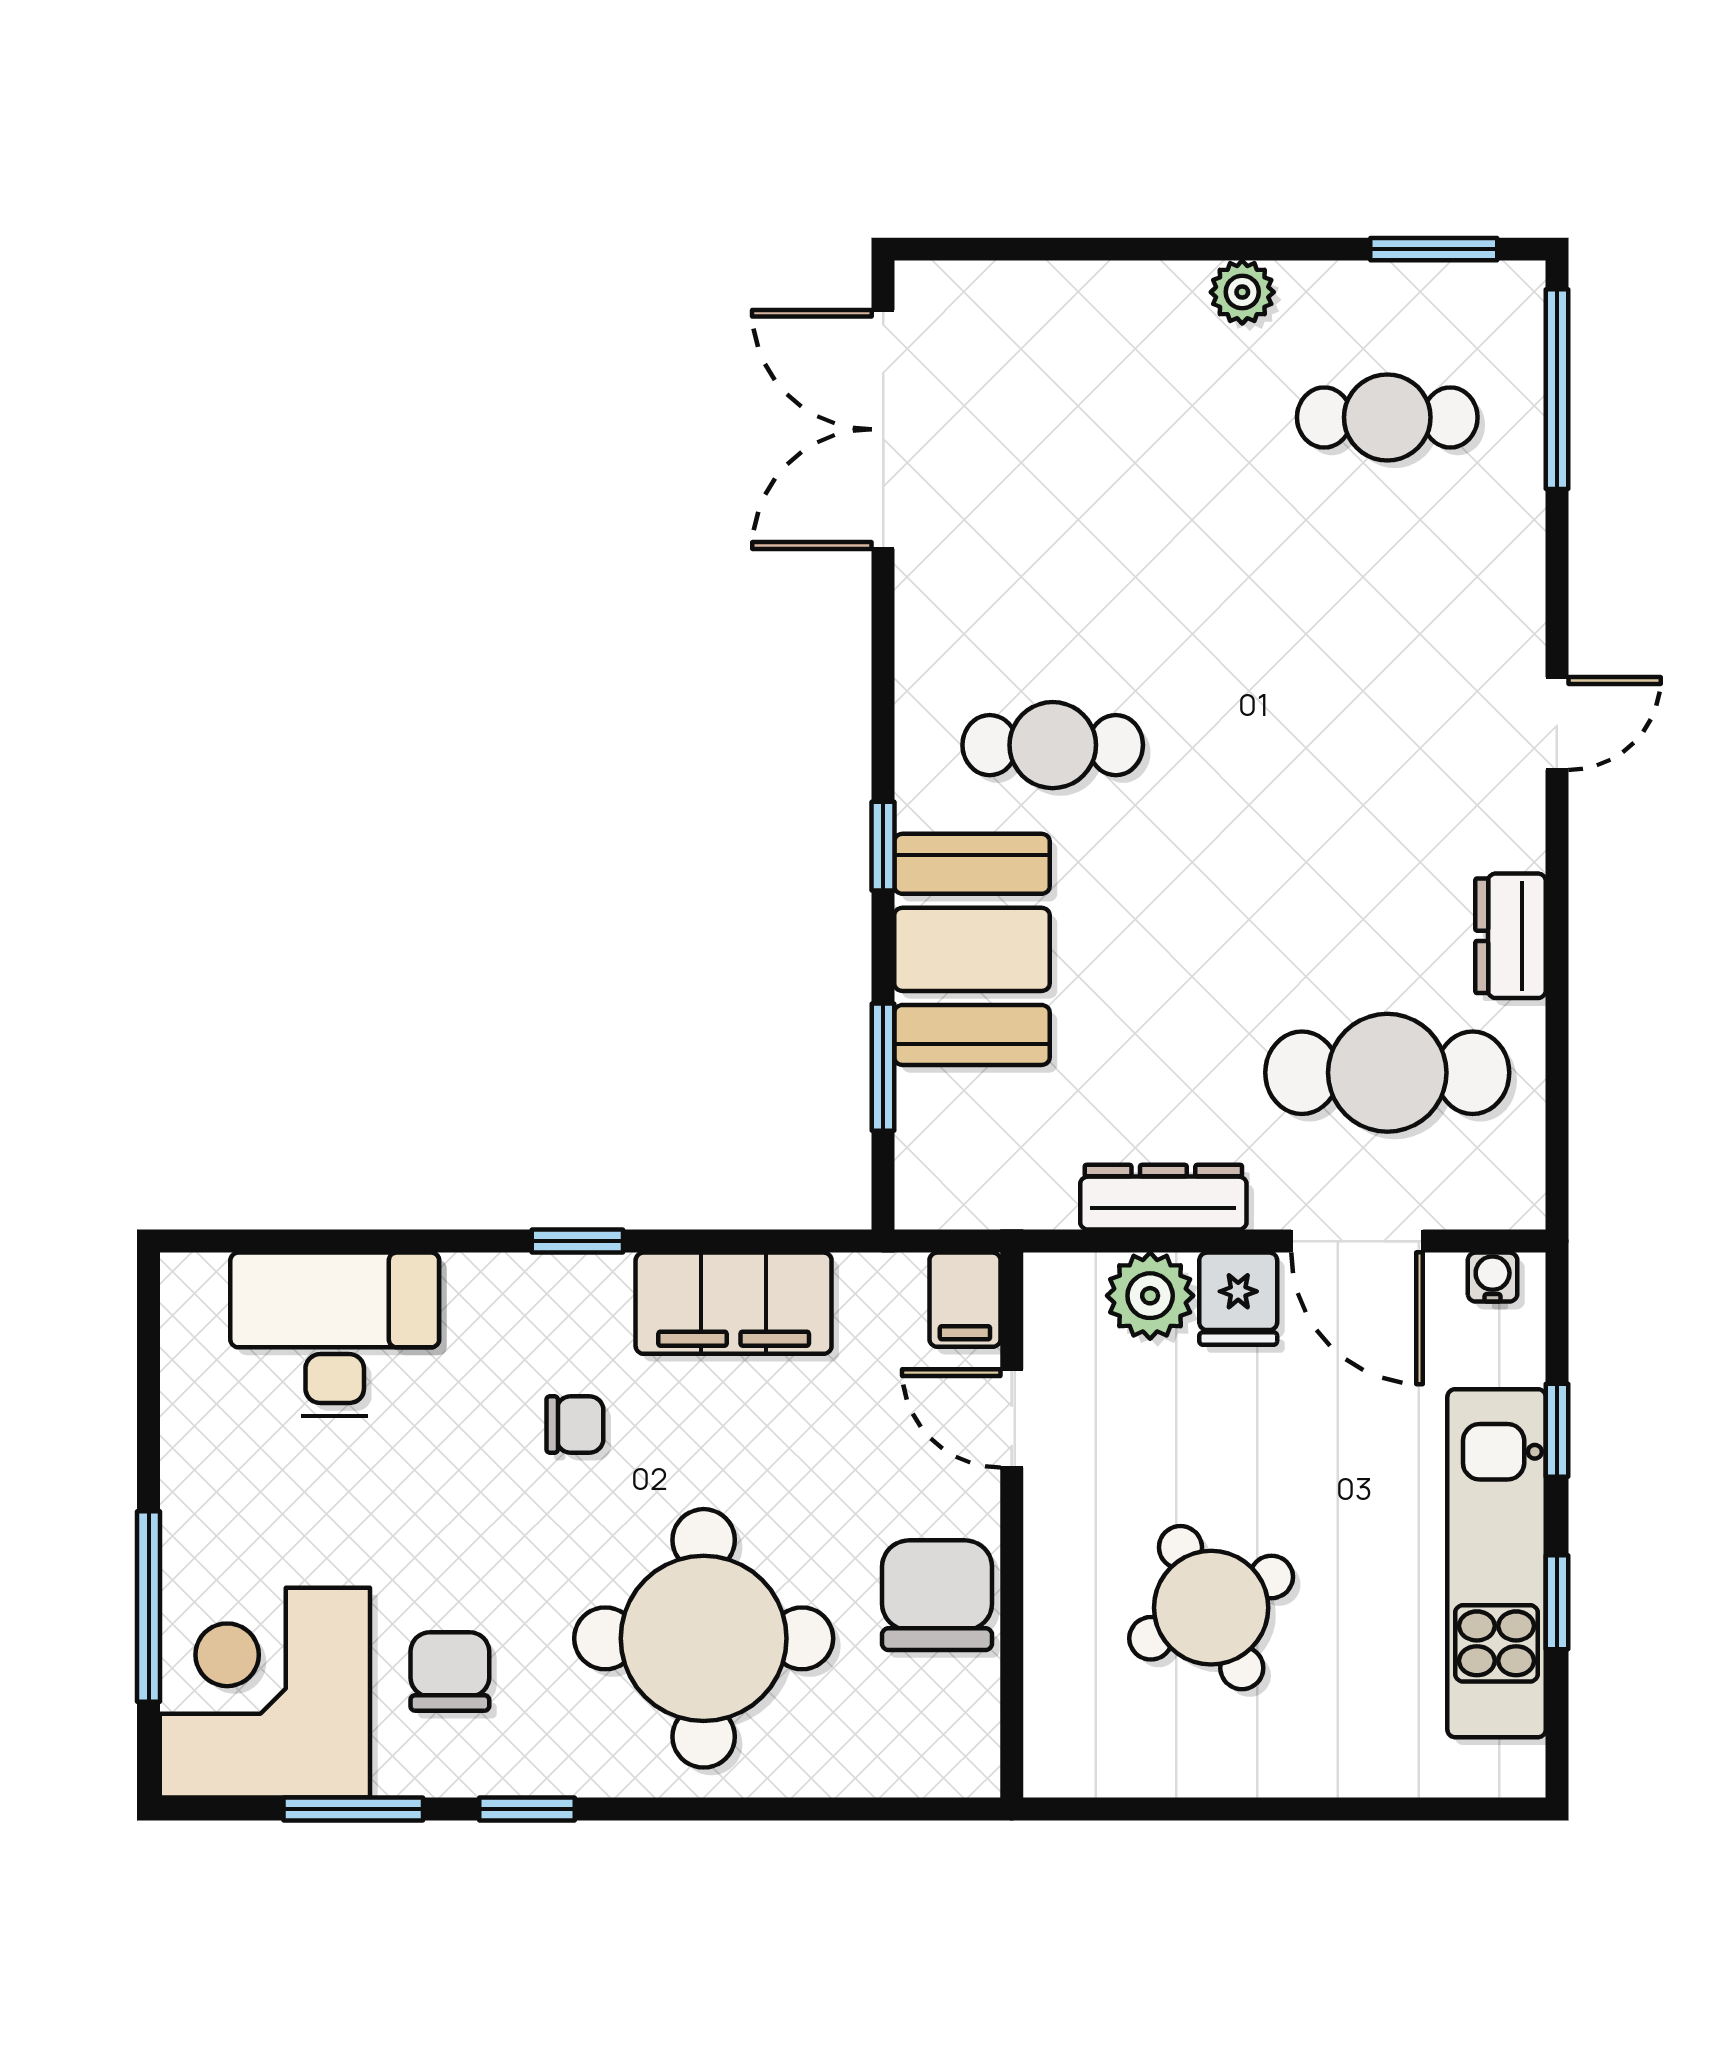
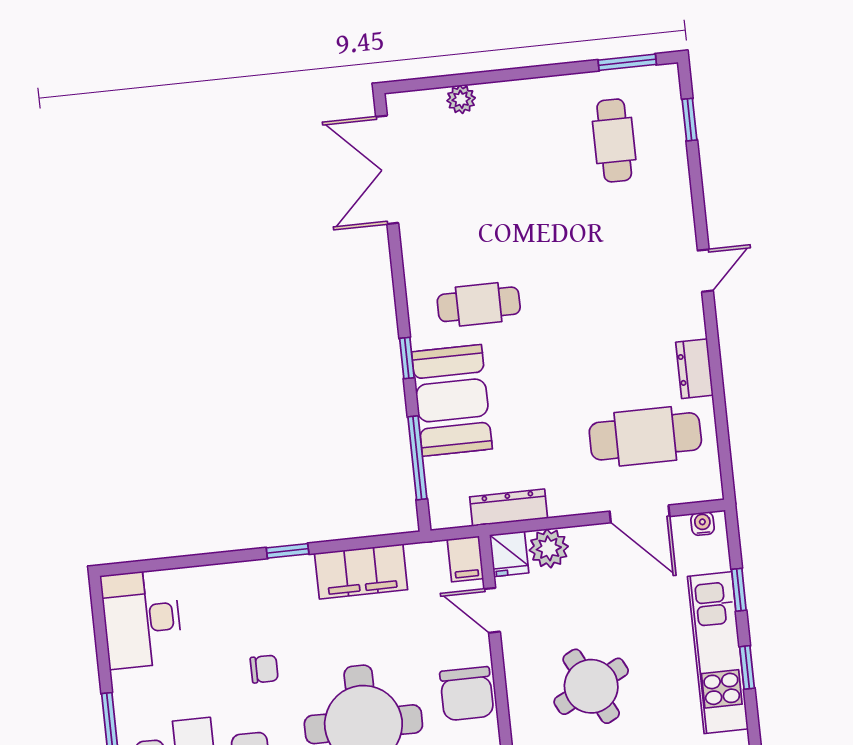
plant: (1242, 292) -> (461, 99), moved
window: (1557, 389) -> (689, 120), width x0.46
cafe table: (1387, 417) -> (614, 140), turned 90
window: (883, 1067) -> (417, 458), width x1.44
dresser: (1163, 1197) -> (509, 508), moved
fridge: (1238, 1299) -> (509, 554), moved
desk: (335, 1334) -> (142, 619), moved, turned -90
chair: (575, 1424) -> (264, 669), moved
chair: (937, 1595) -> (467, 694), turned 180

